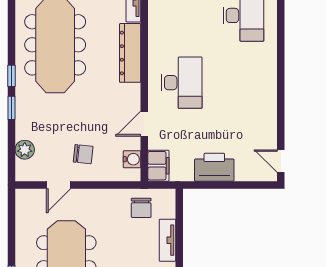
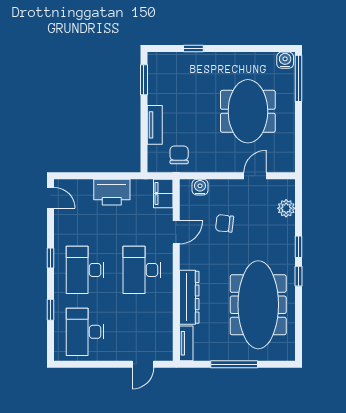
window: (281, 39) -> (51, 310), added
desk: (243, 83) -> (85, 270), added
window: (281, 96) -> (51, 258), added
chair: (83, 154) -> (225, 223), moved
water cooler: (132, 159) -> (200, 187), moved, turned 90

